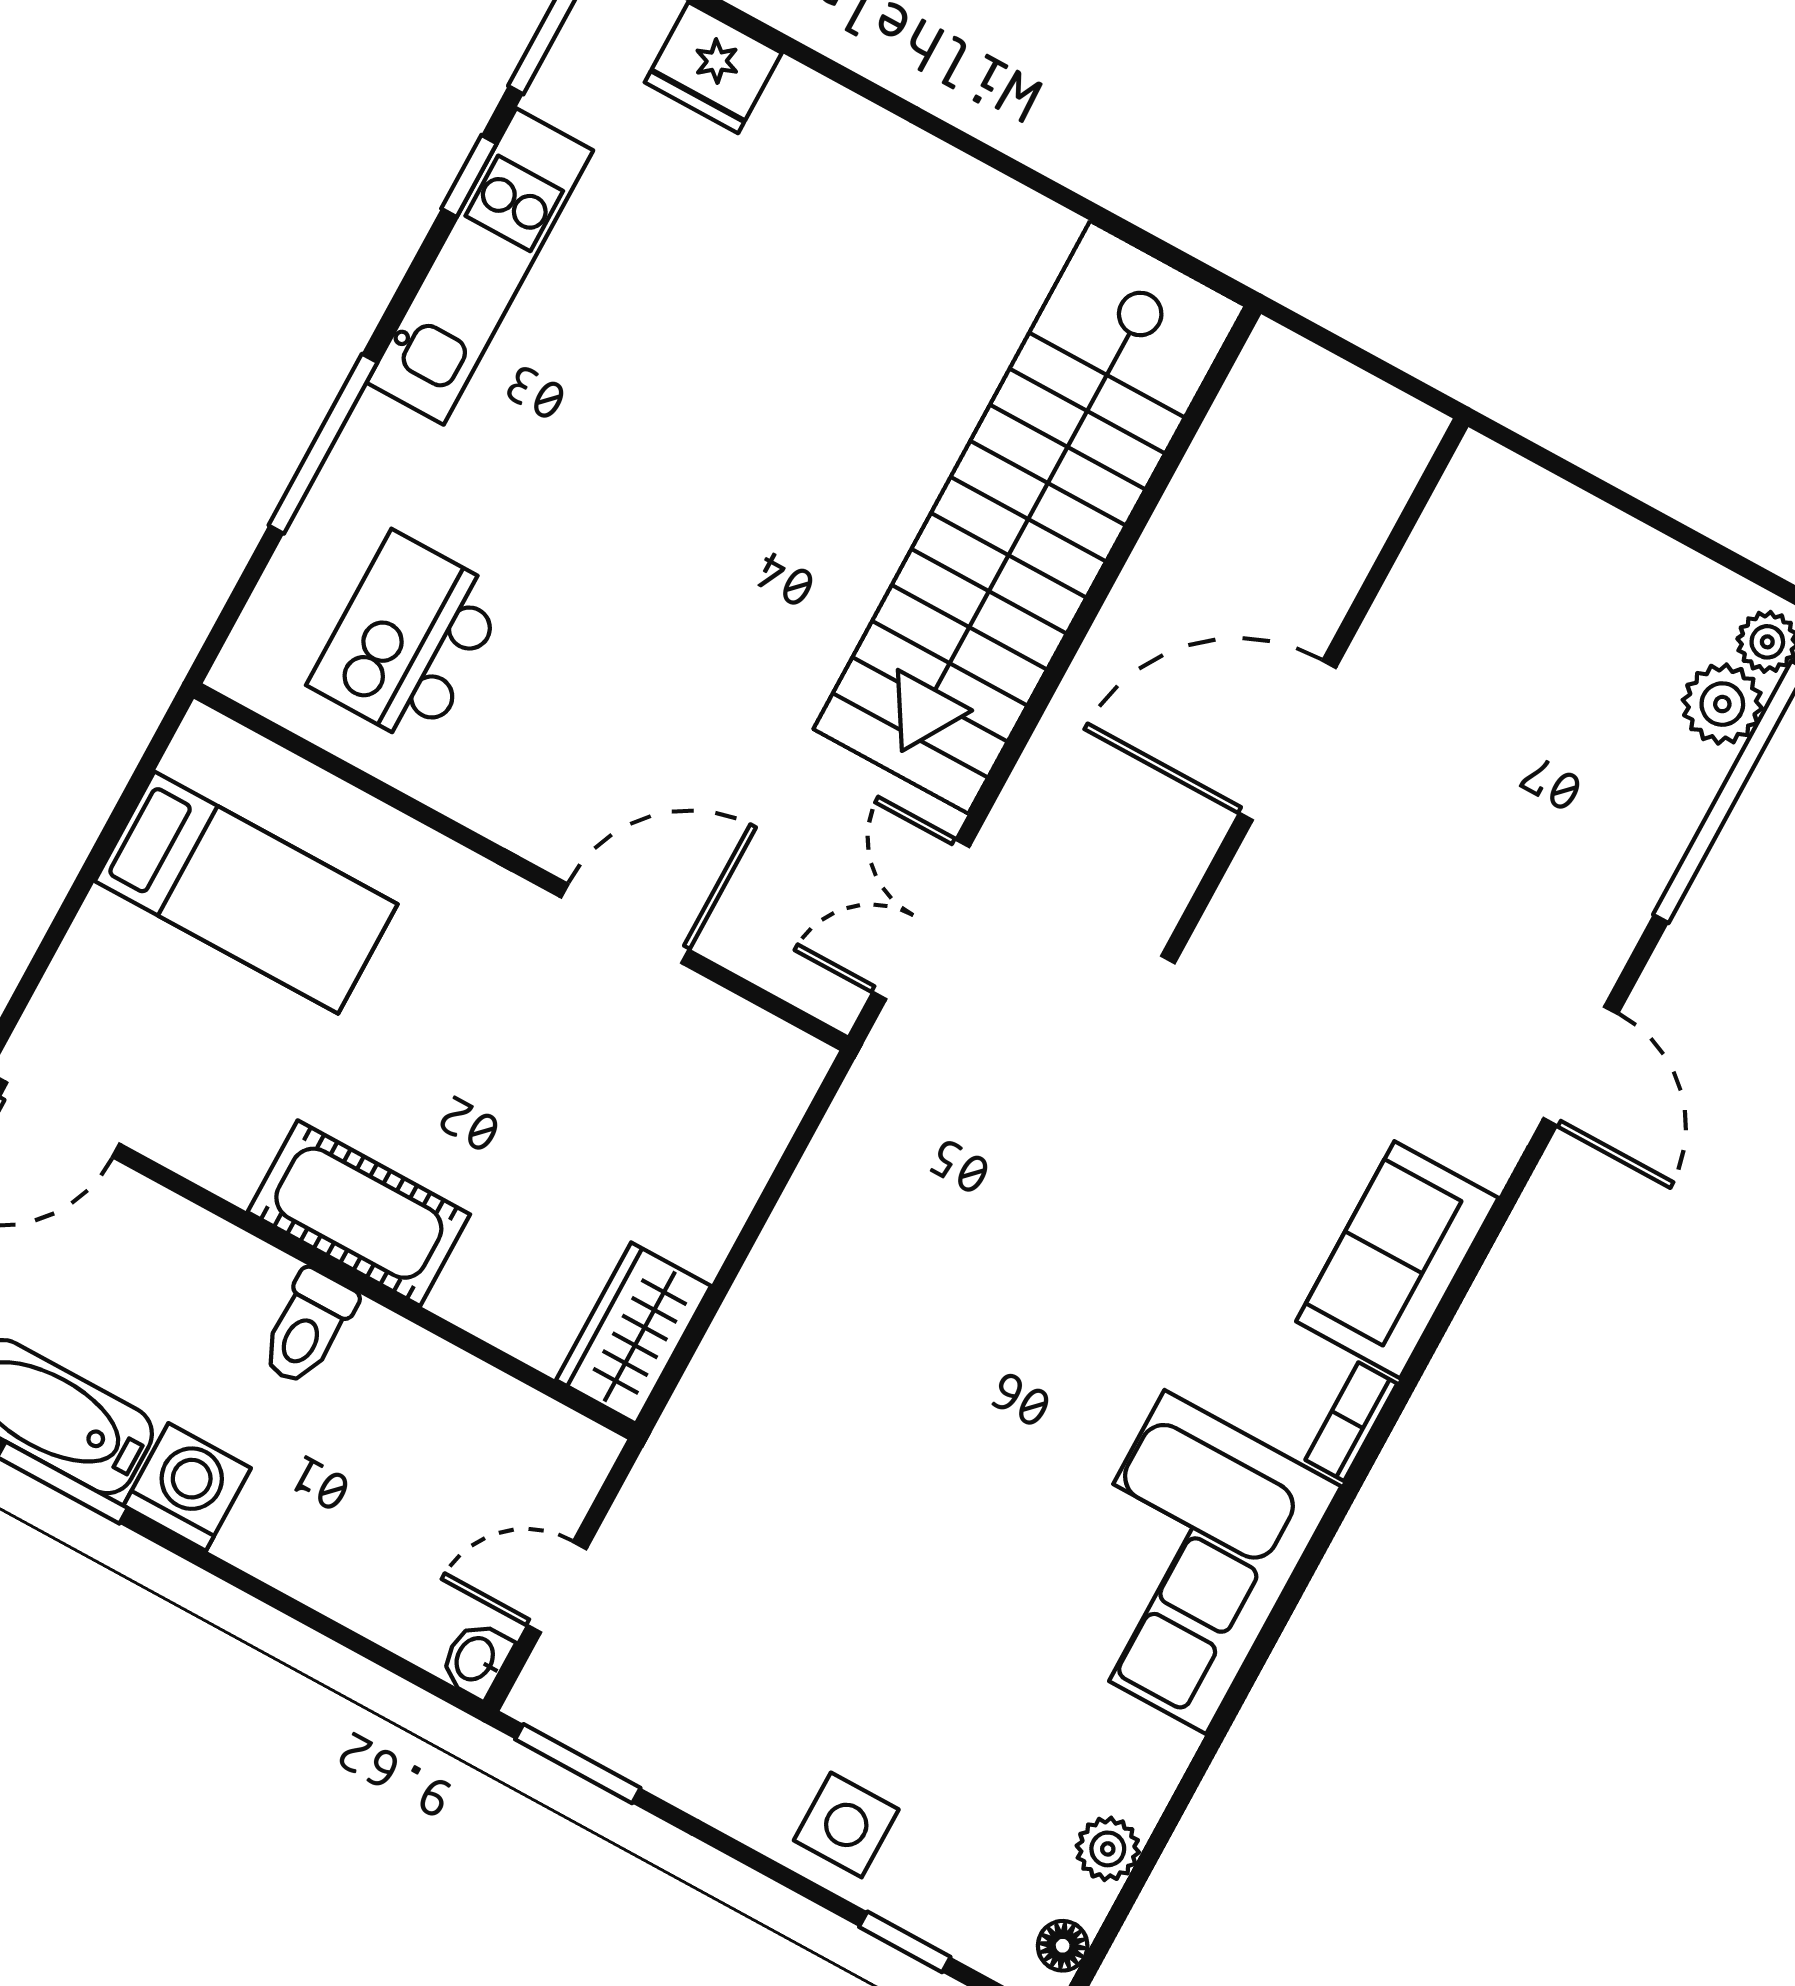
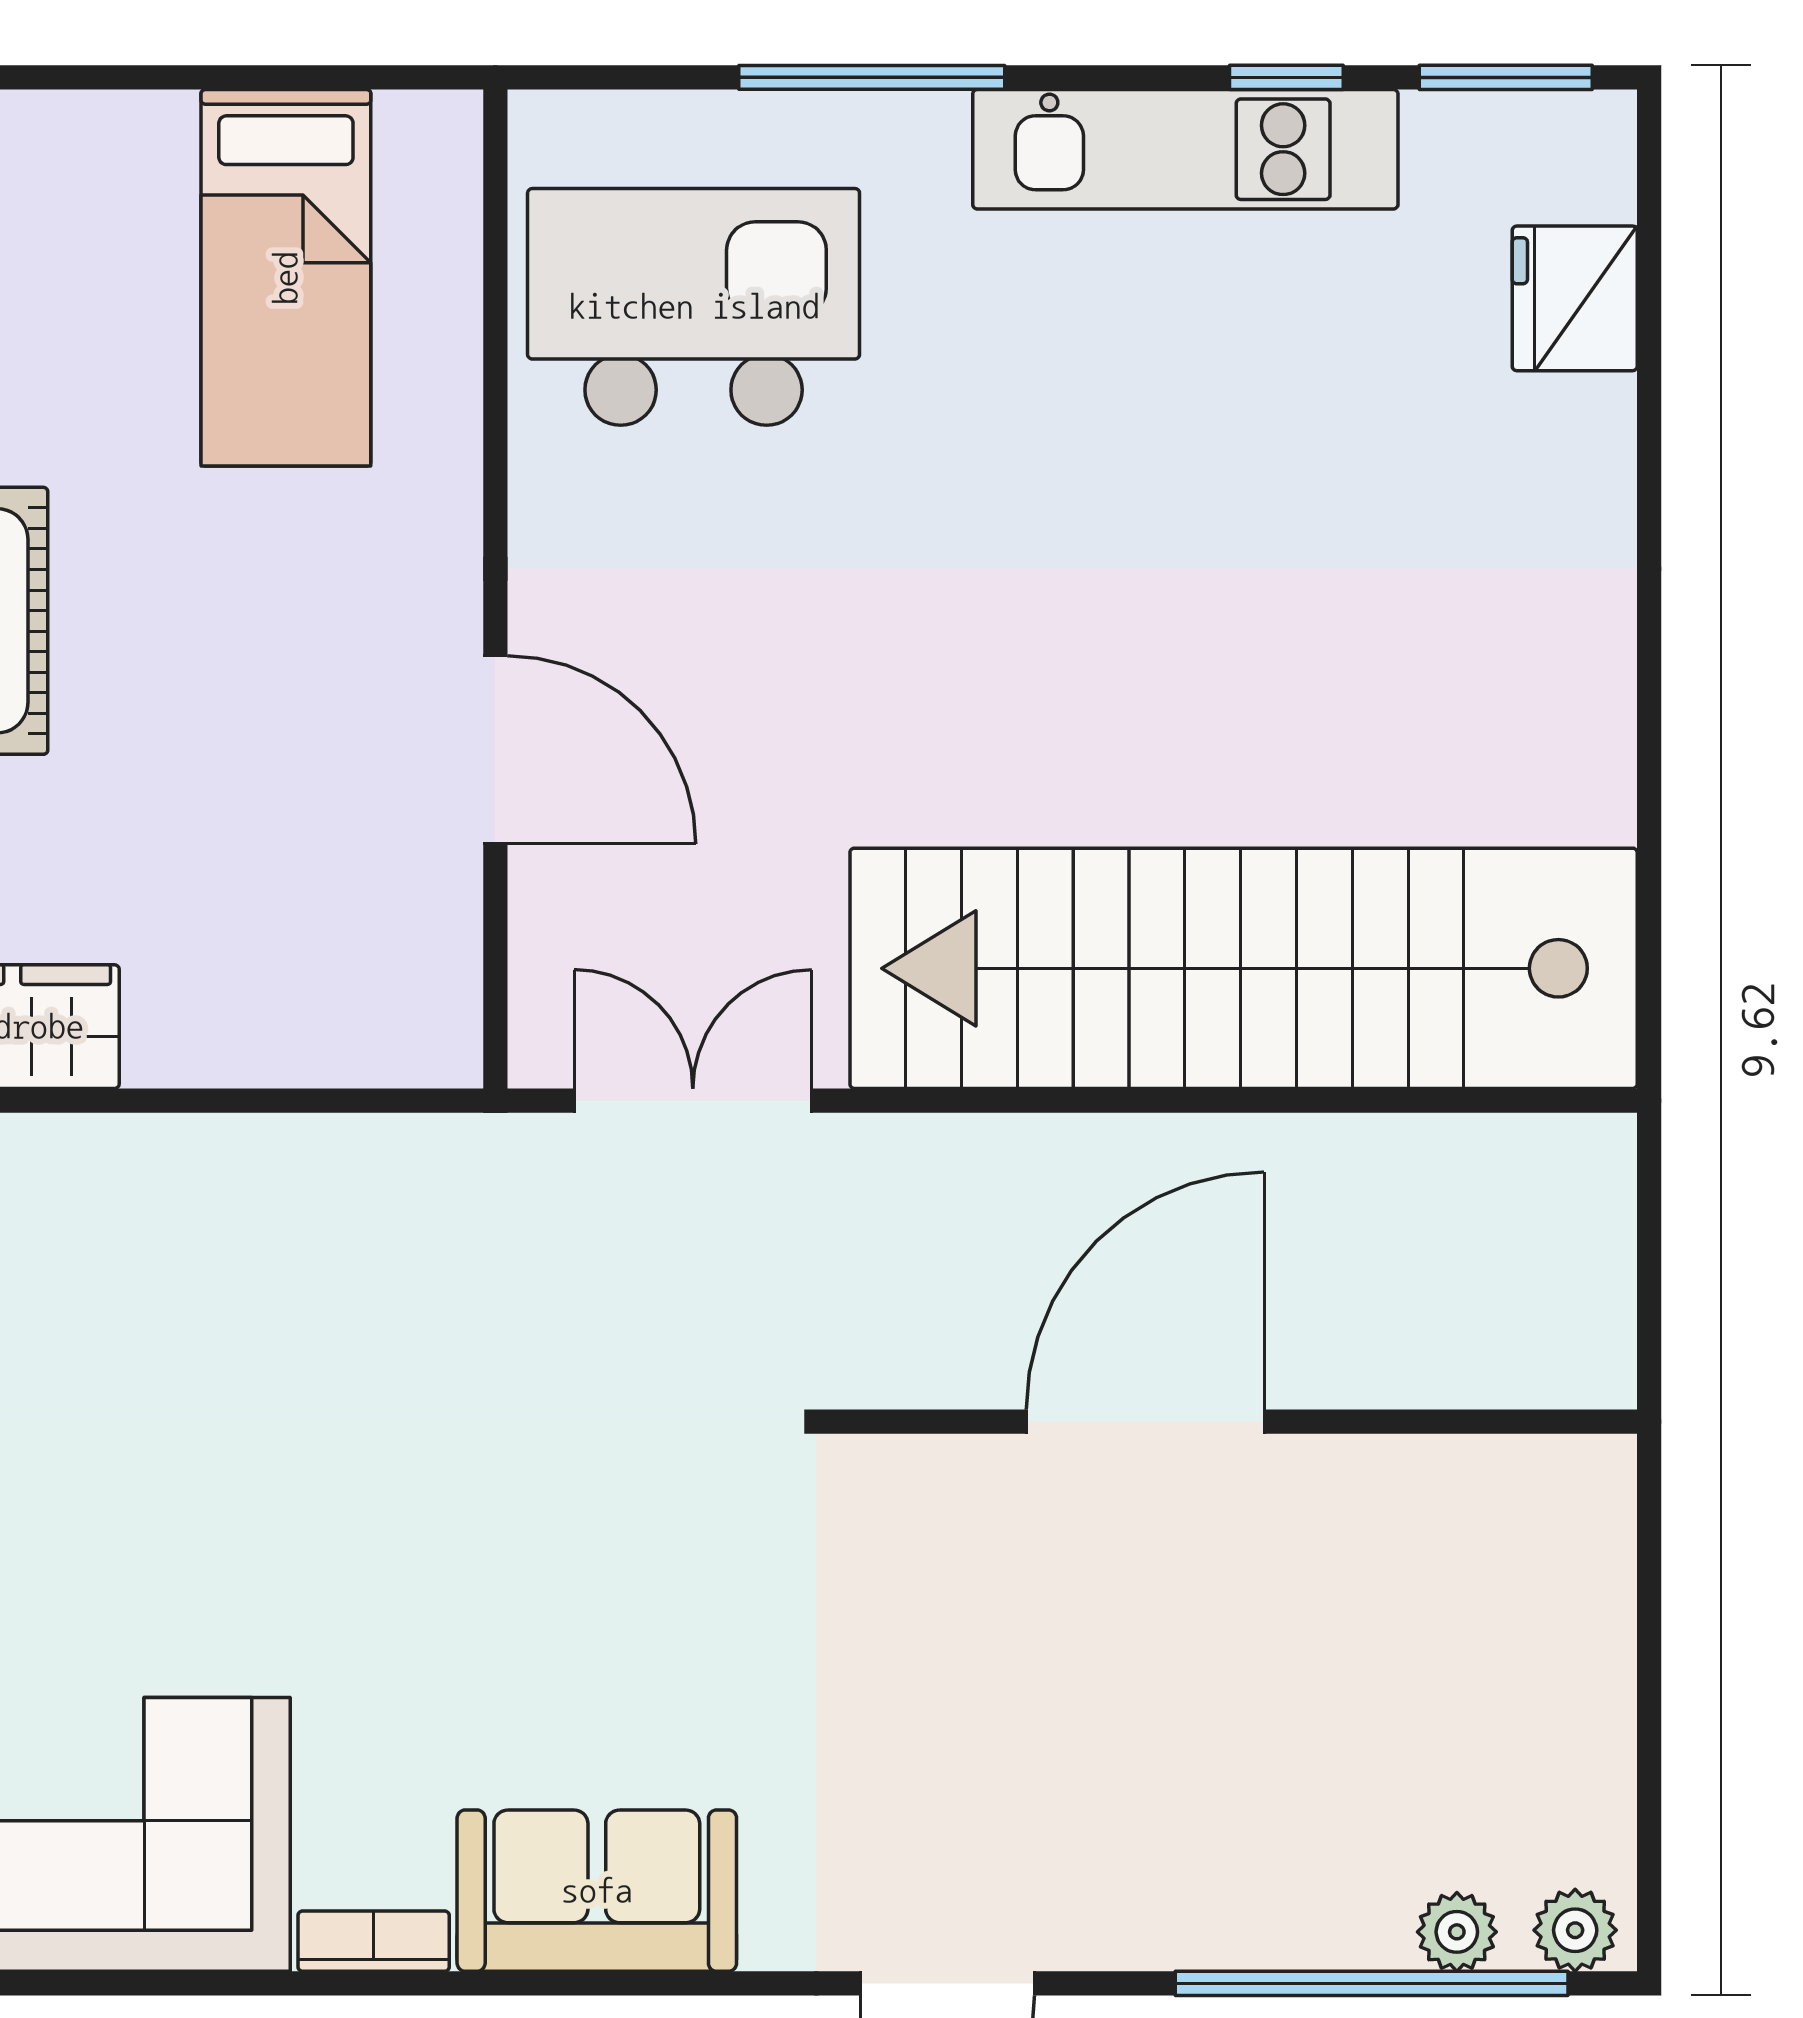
kitchen island: (409, 640) -> (694, 307), width x1.37, depth x1.28
plant: (1722, 704) -> (1457, 1932), width x0.73, depth x0.73
door: (1287, 740) -> (1145, 1422), hinge flipped

